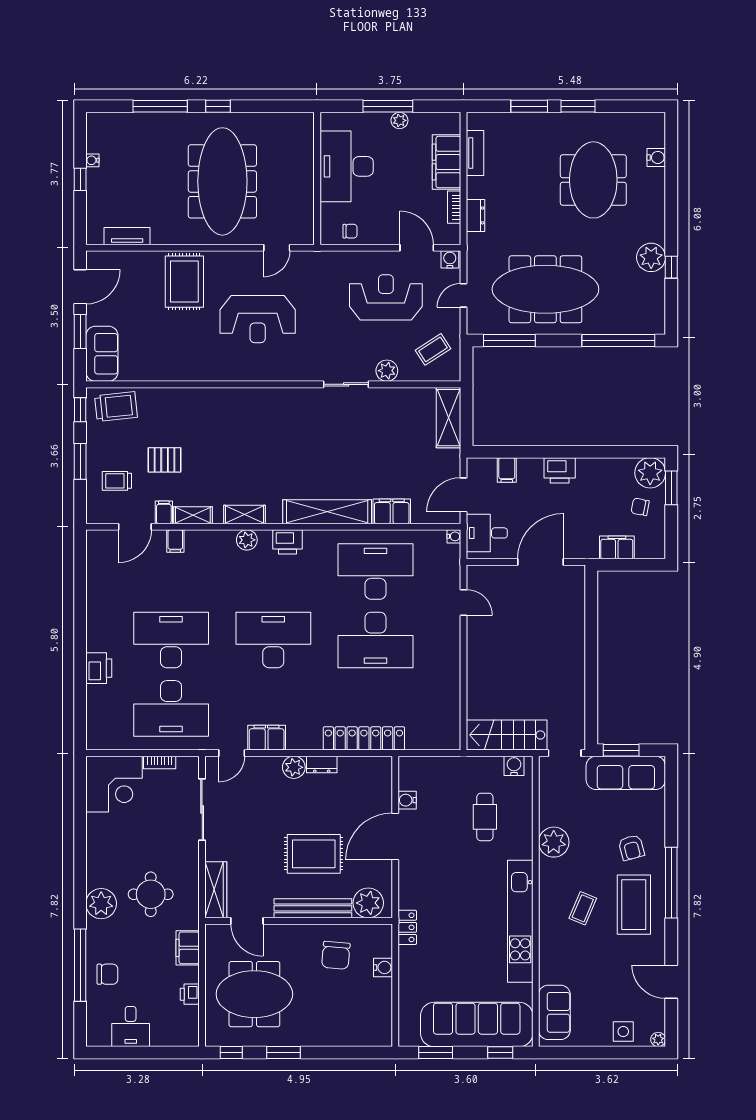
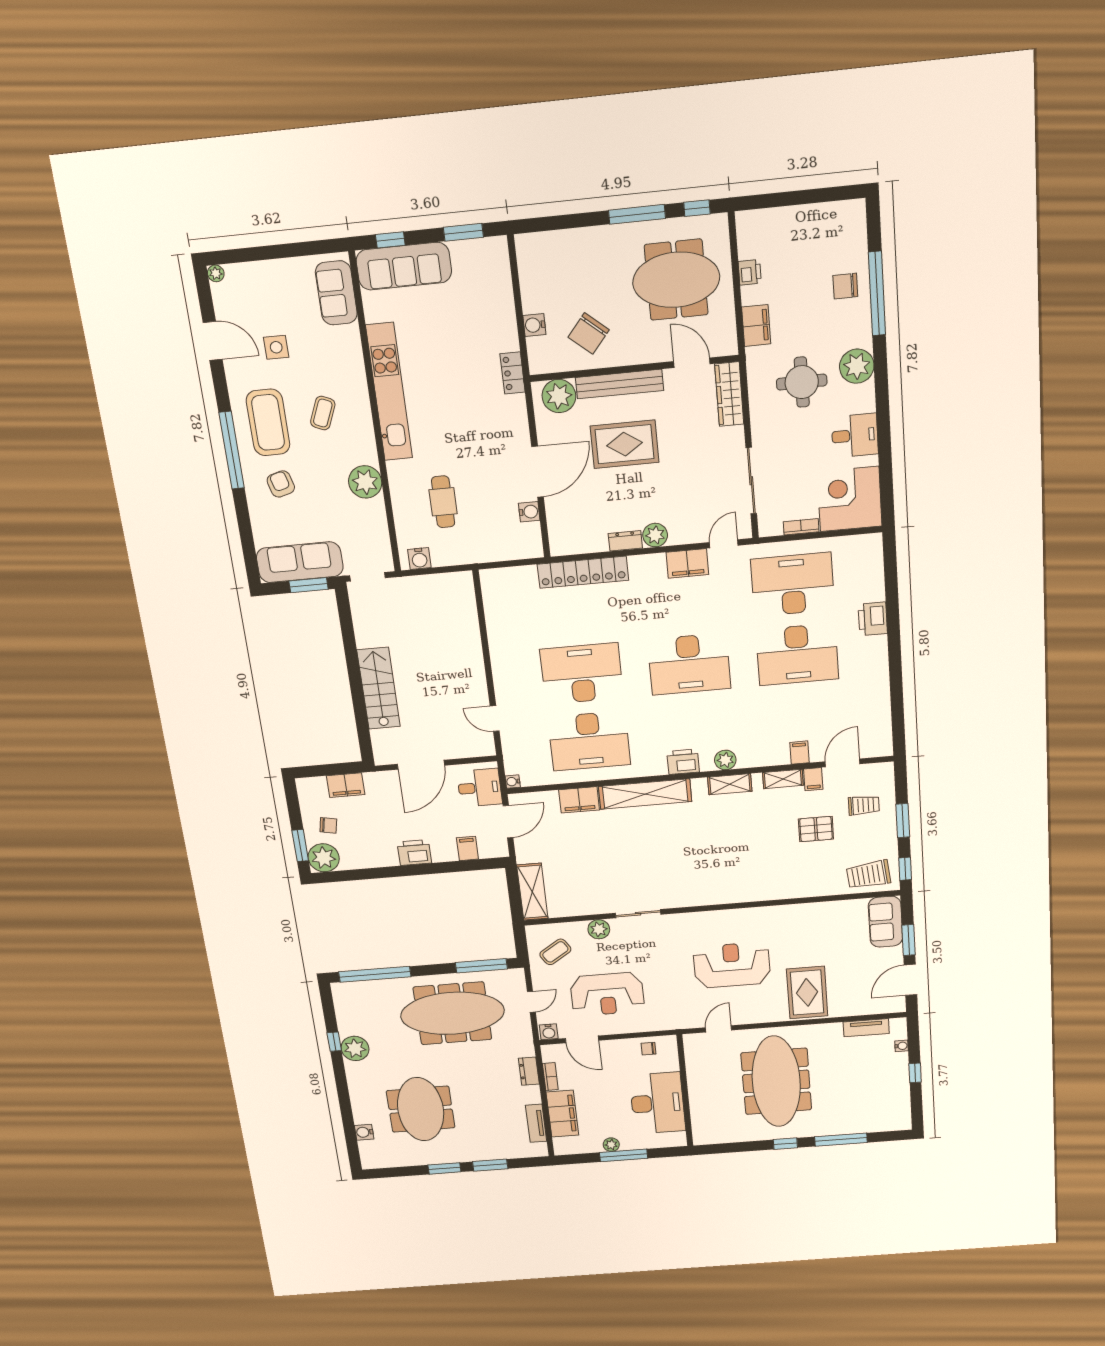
water cooler: (92, 160) -> (901, 1046), moved
stairs: (507, 735) -> (379, 688), moved, turned -90
chair: (336, 955) -> (589, 334), turned -145
sofa: (477, 1024) -> (404, 266), width x0.74, depth x0.79
desk: (131, 1026) -> (855, 435), moved, turned 90
side table: (623, 1032) -> (276, 347), moved
window: (283, 1053) -> (637, 214), width x1.44

